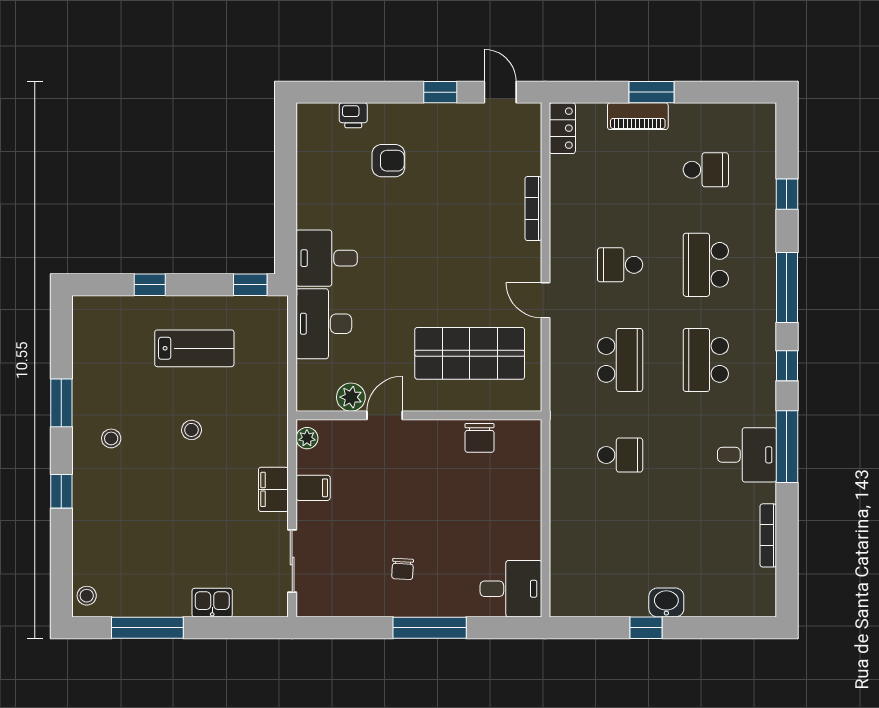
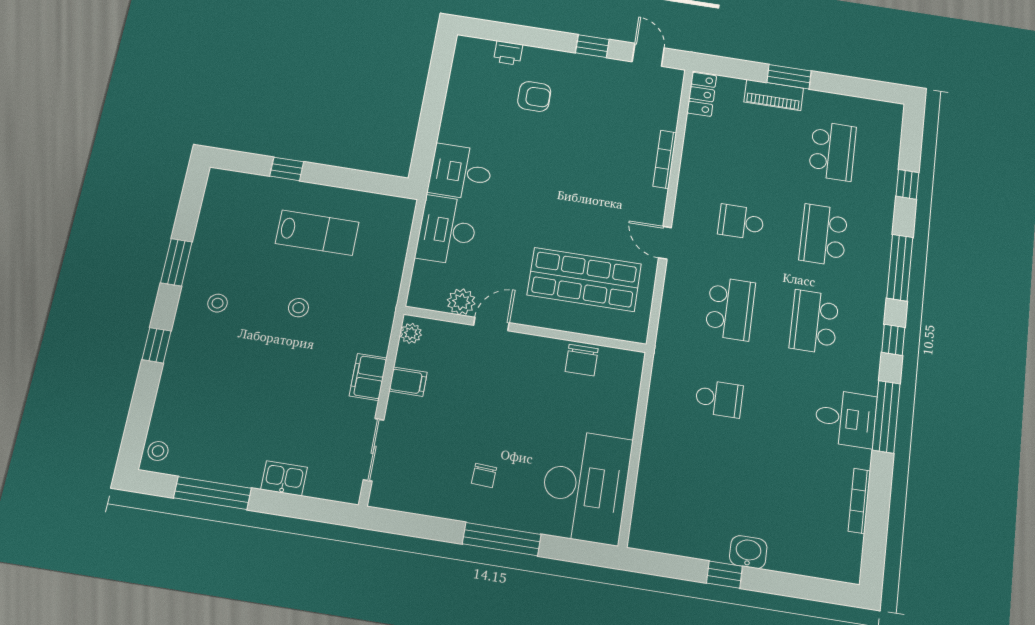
school desk: (706, 170) -> (832, 151), width x1.85
window: (250, 285) -> (383, 184), removed
desk: (511, 589) -> (585, 486), width x1.87, depth x1.30

